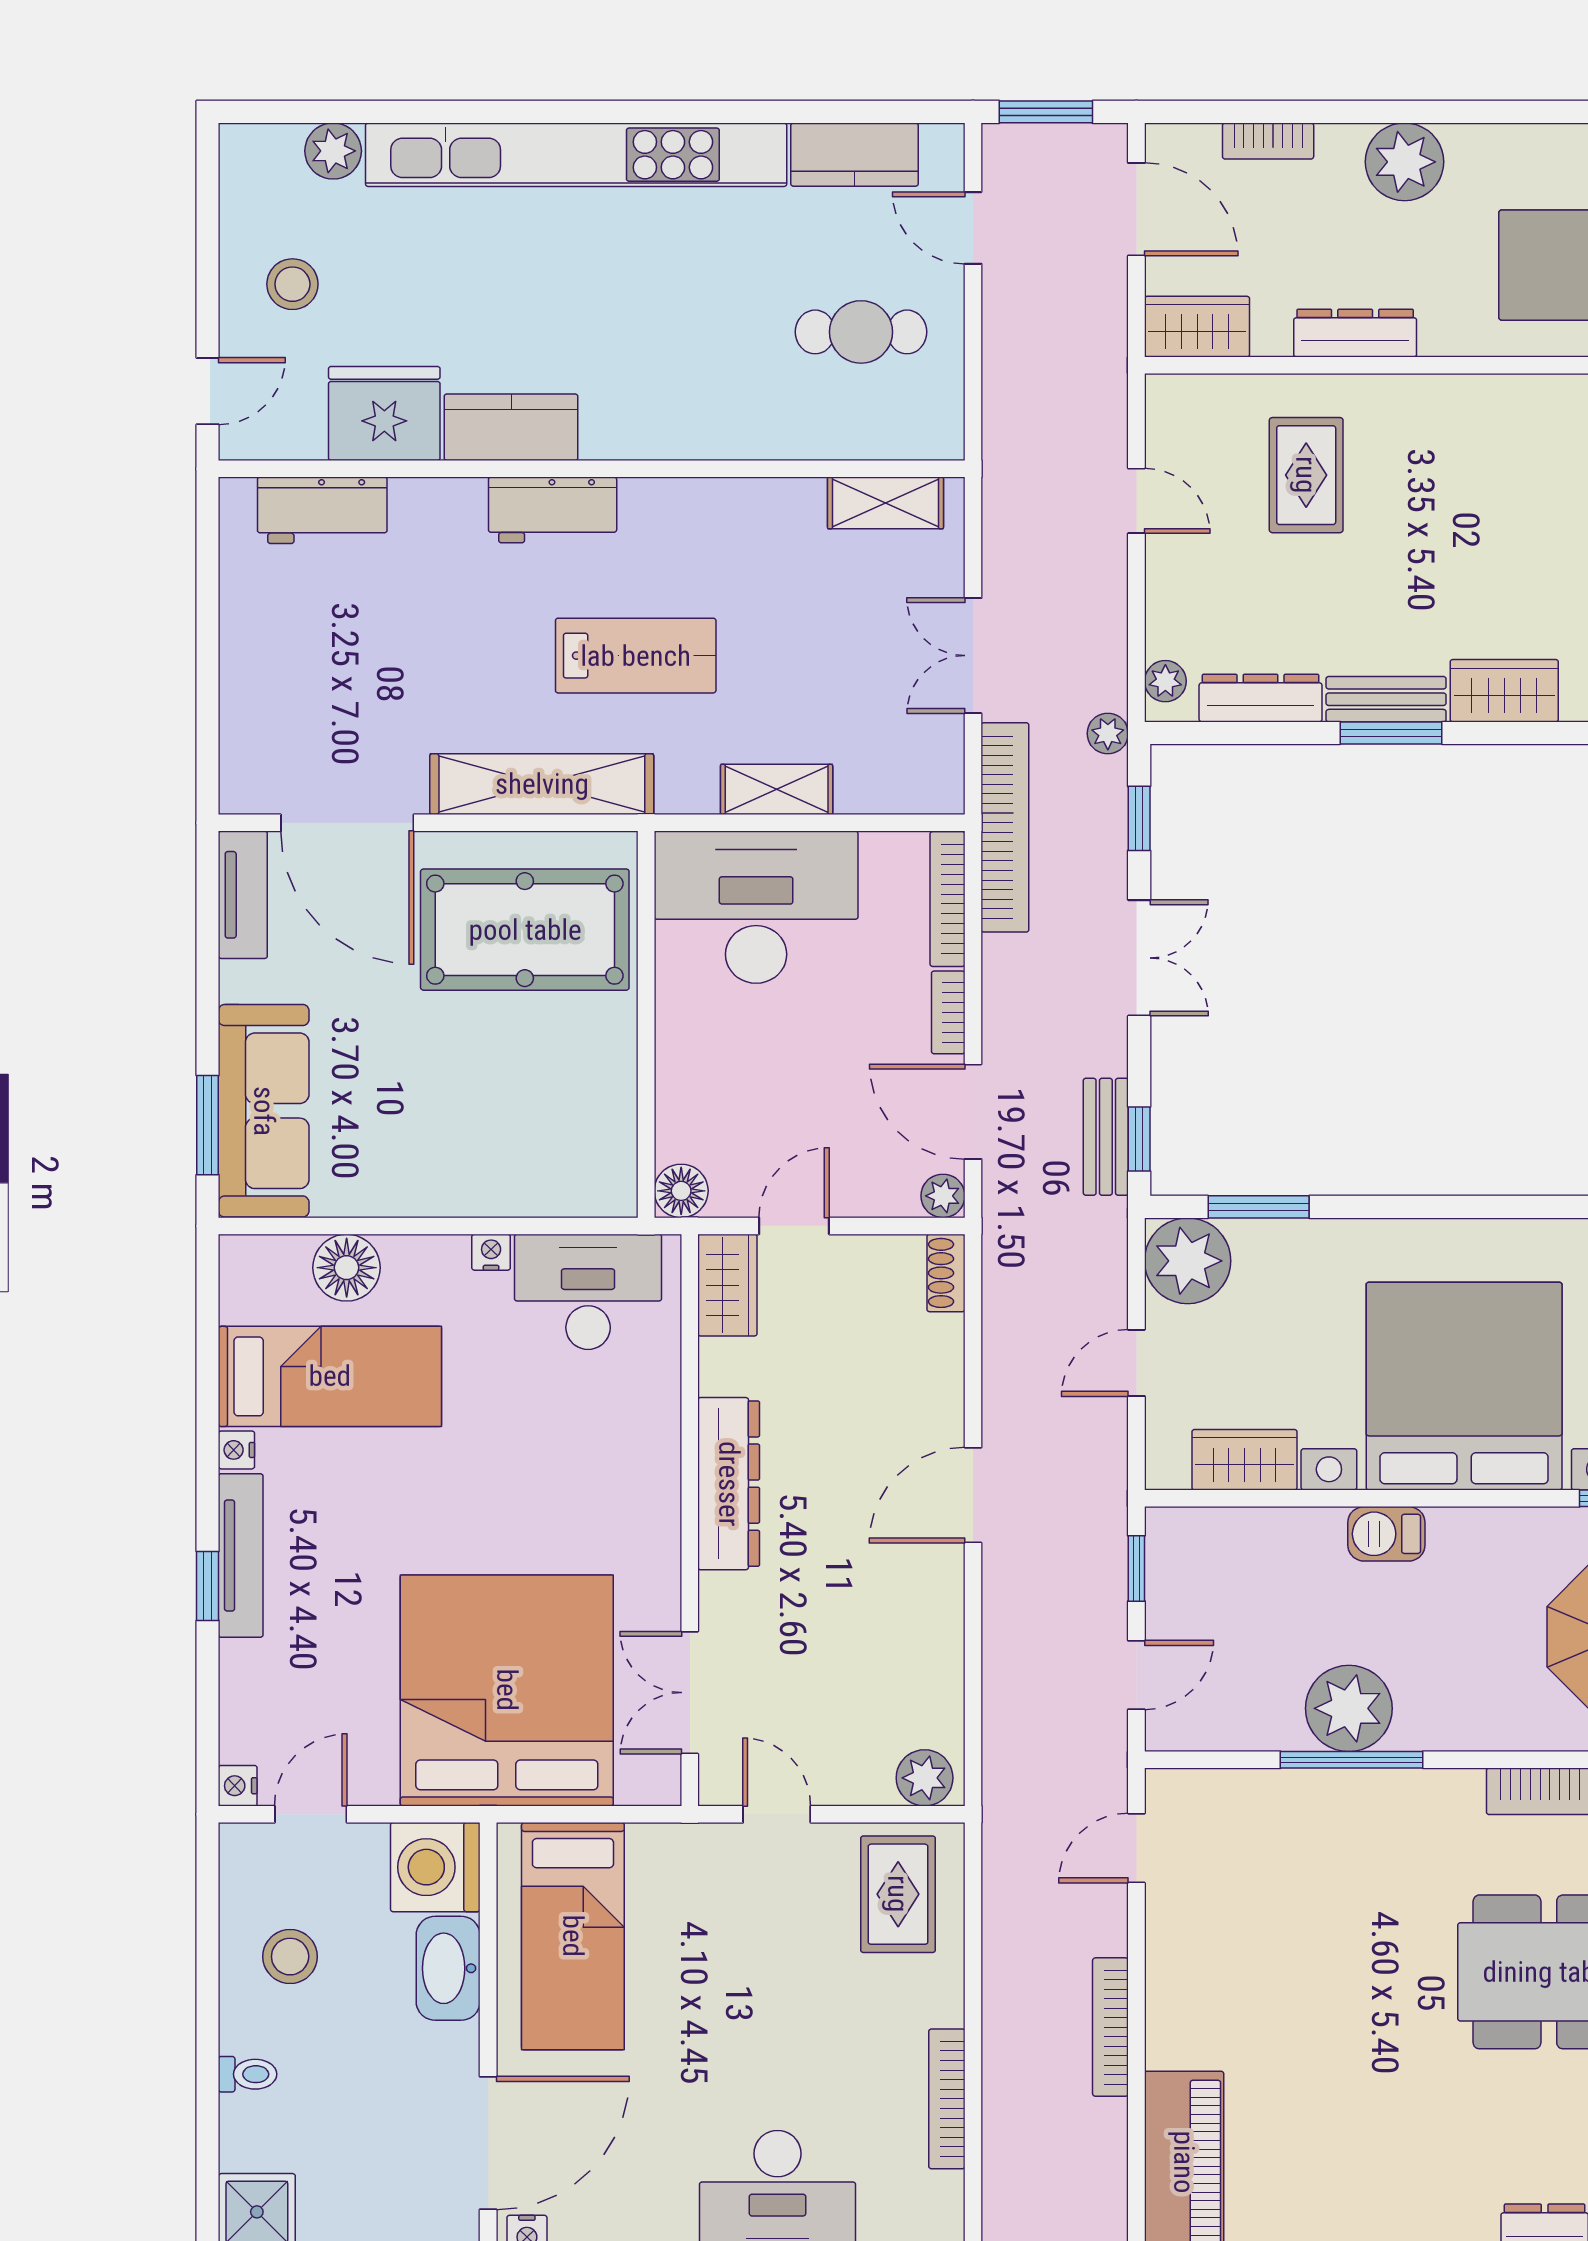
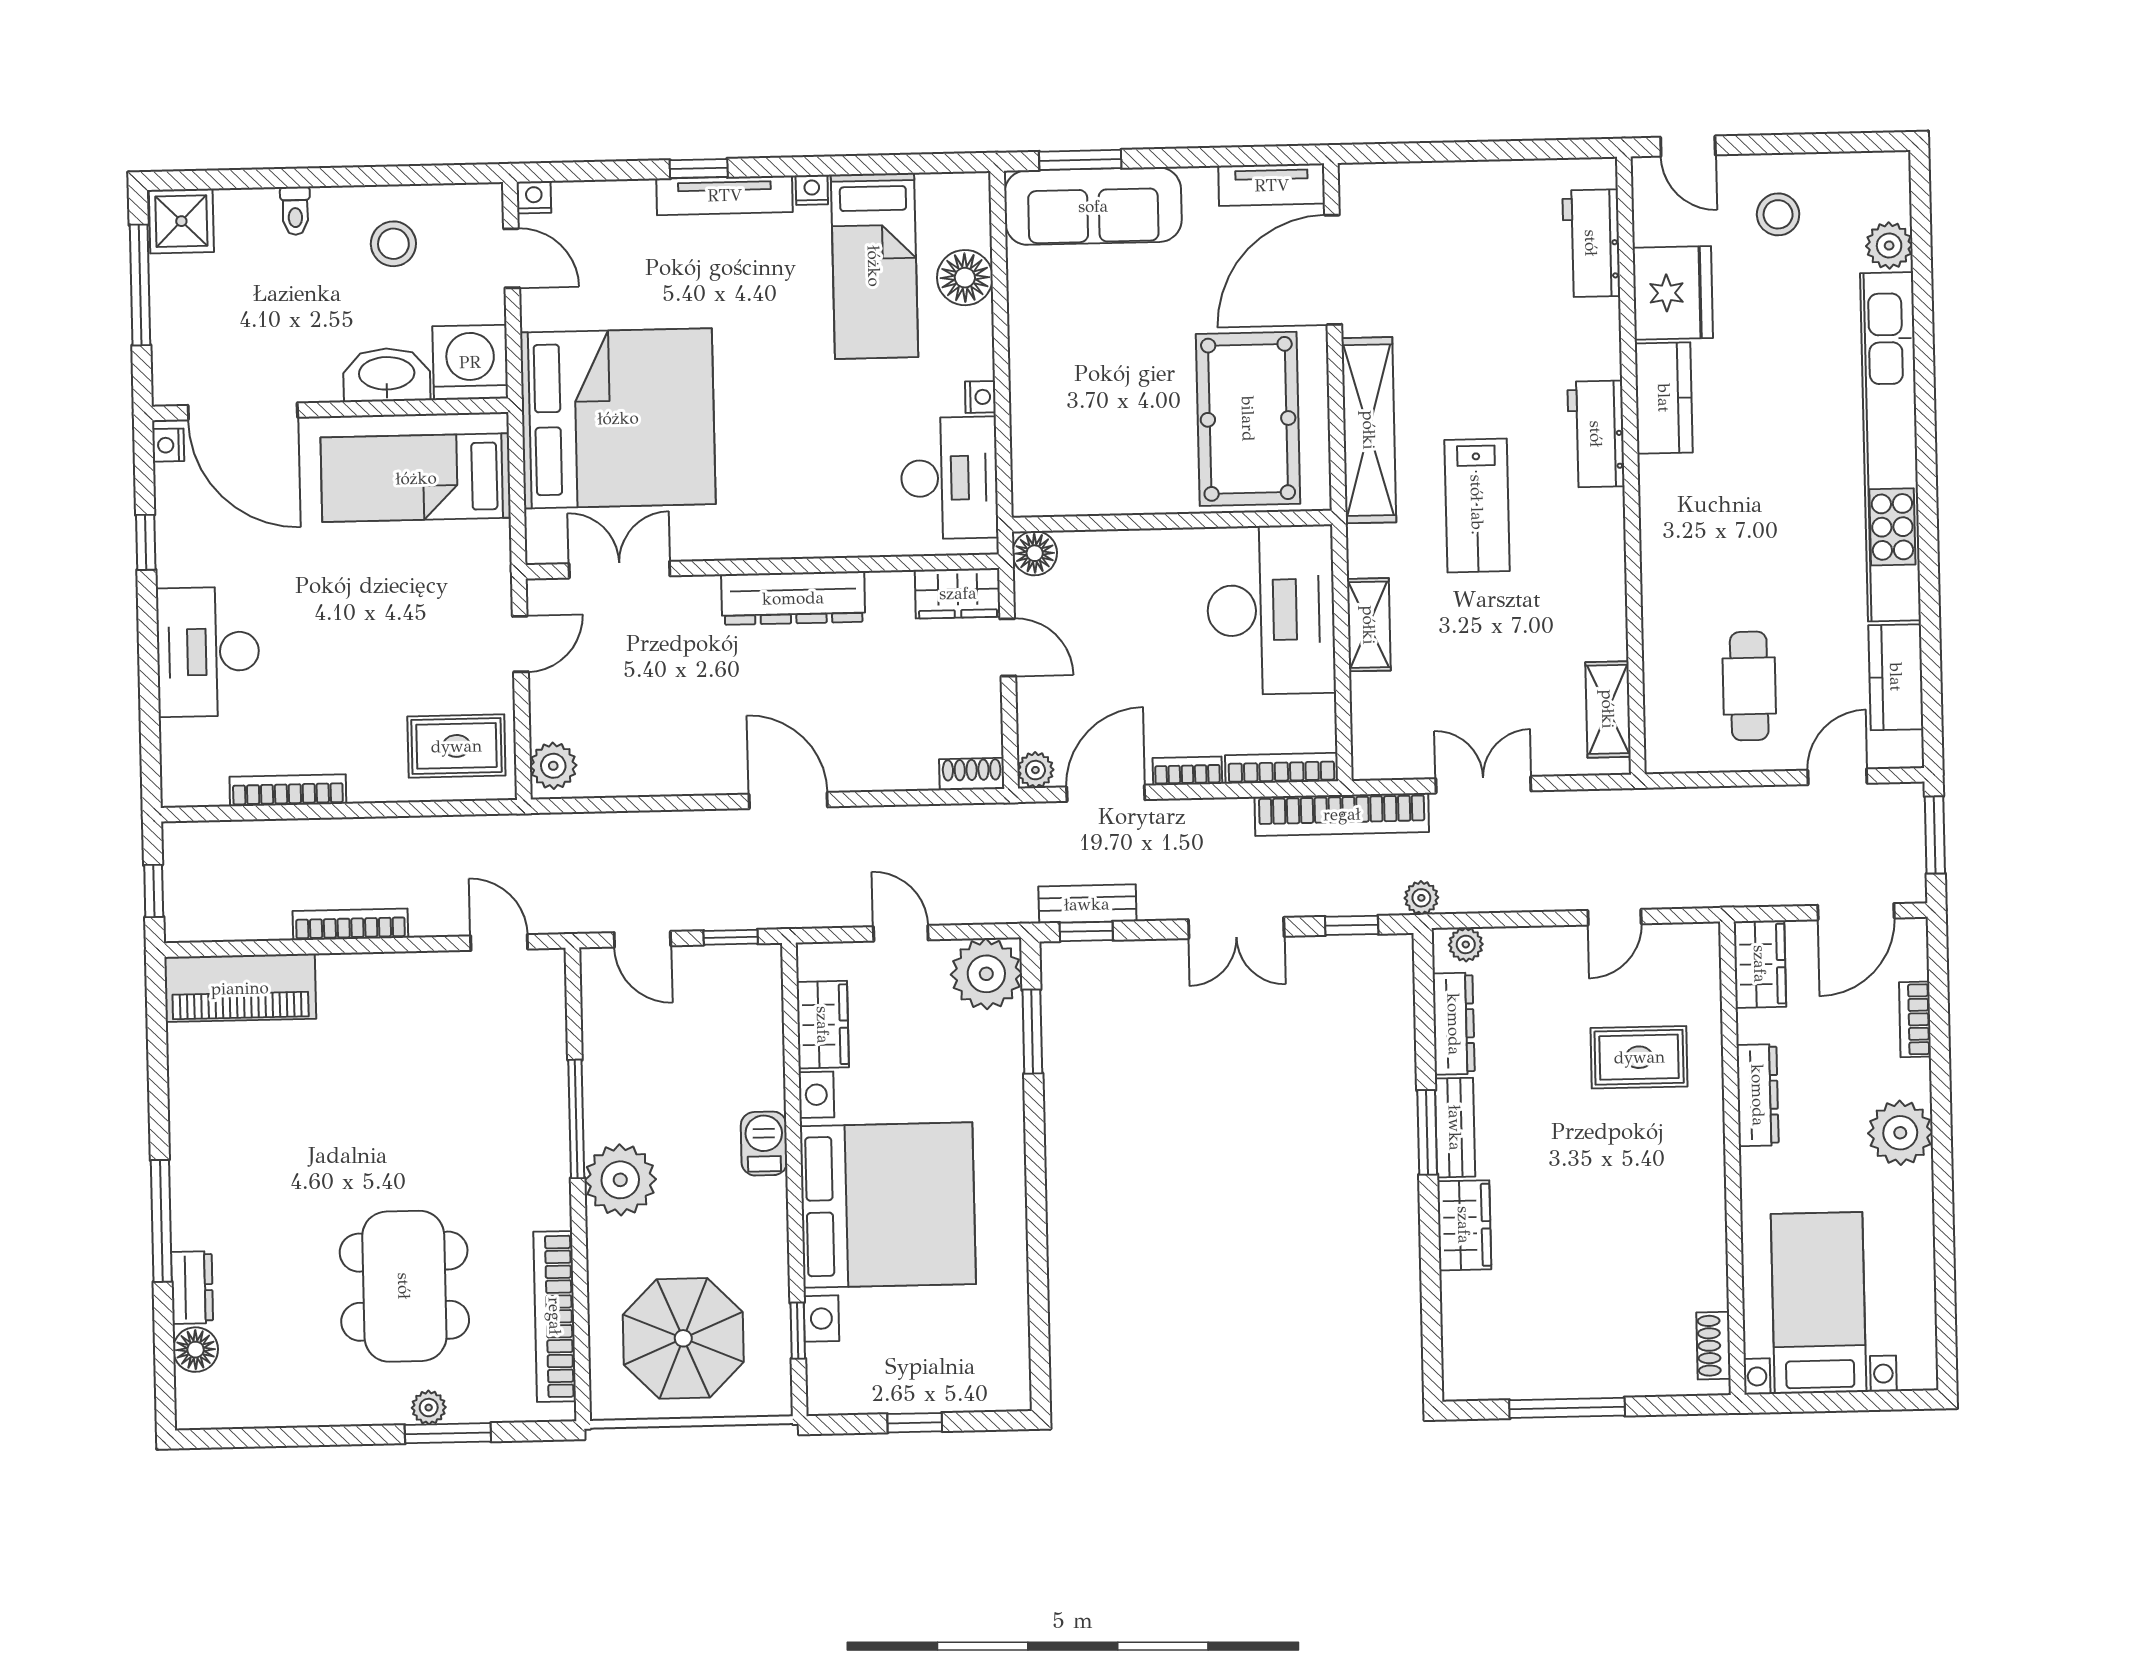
plant: (1349, 1708) -> (620, 1180), moved

